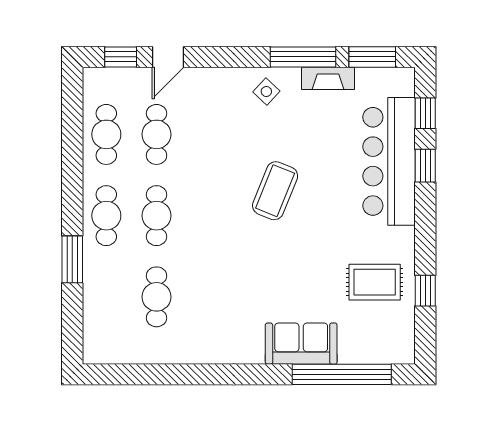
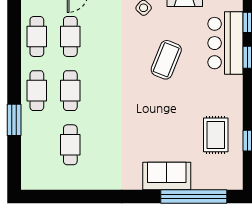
bar counter: (389, 161) -> (225, 43), width x0.73
coffee table: (275, 191) -> (166, 60), moved
rug: (375, 282) -> (216, 135), turned 90

